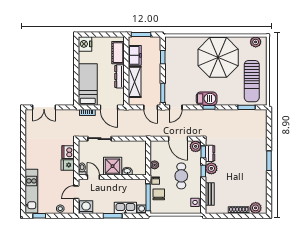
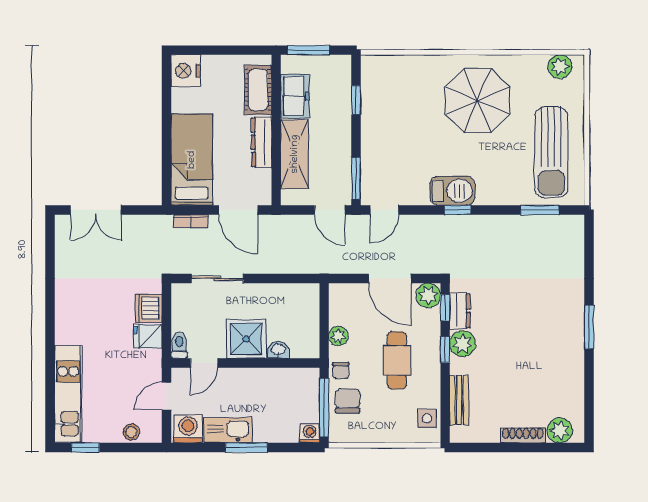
parasol: (218, 57) -> (478, 101), width x0.73, depth x0.73
door: (93, 177) -> (204, 363), swing flipped
kitchen sink: (125, 208) -> (228, 430), moved

